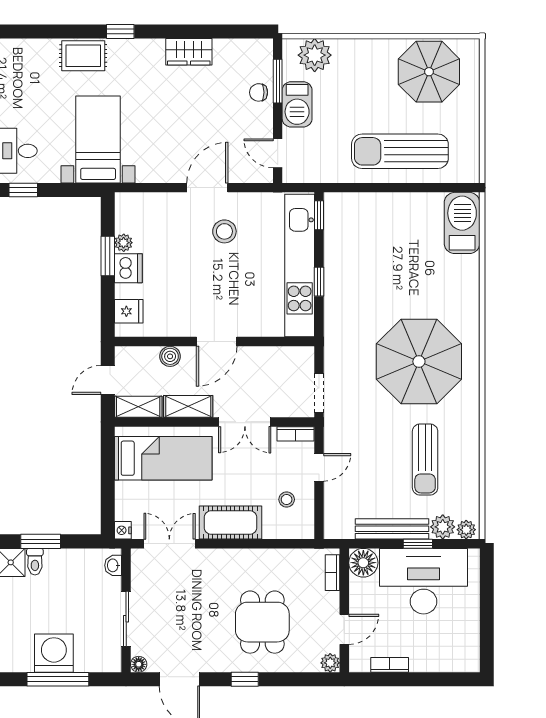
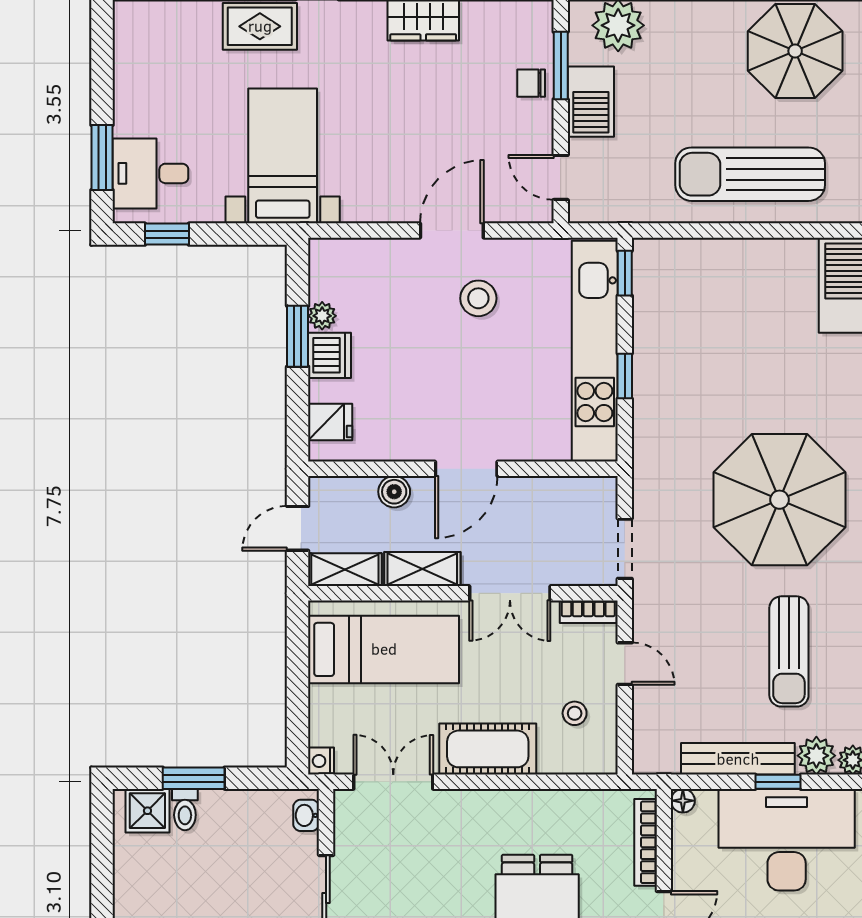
door: (319, 467) -> (625, 664), hinge flipped
floor lamp: (363, 563) -> (683, 801), width x0.53, depth x0.53
bookcase: (332, 573) -> (646, 842), width x1.56

